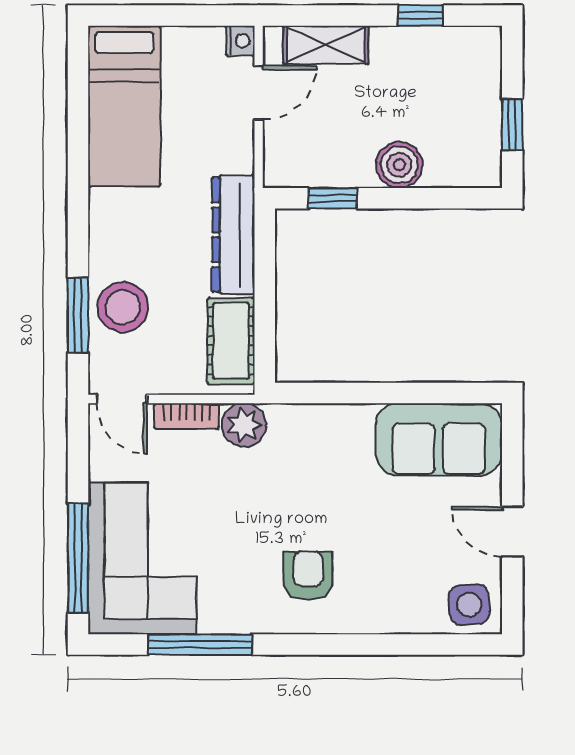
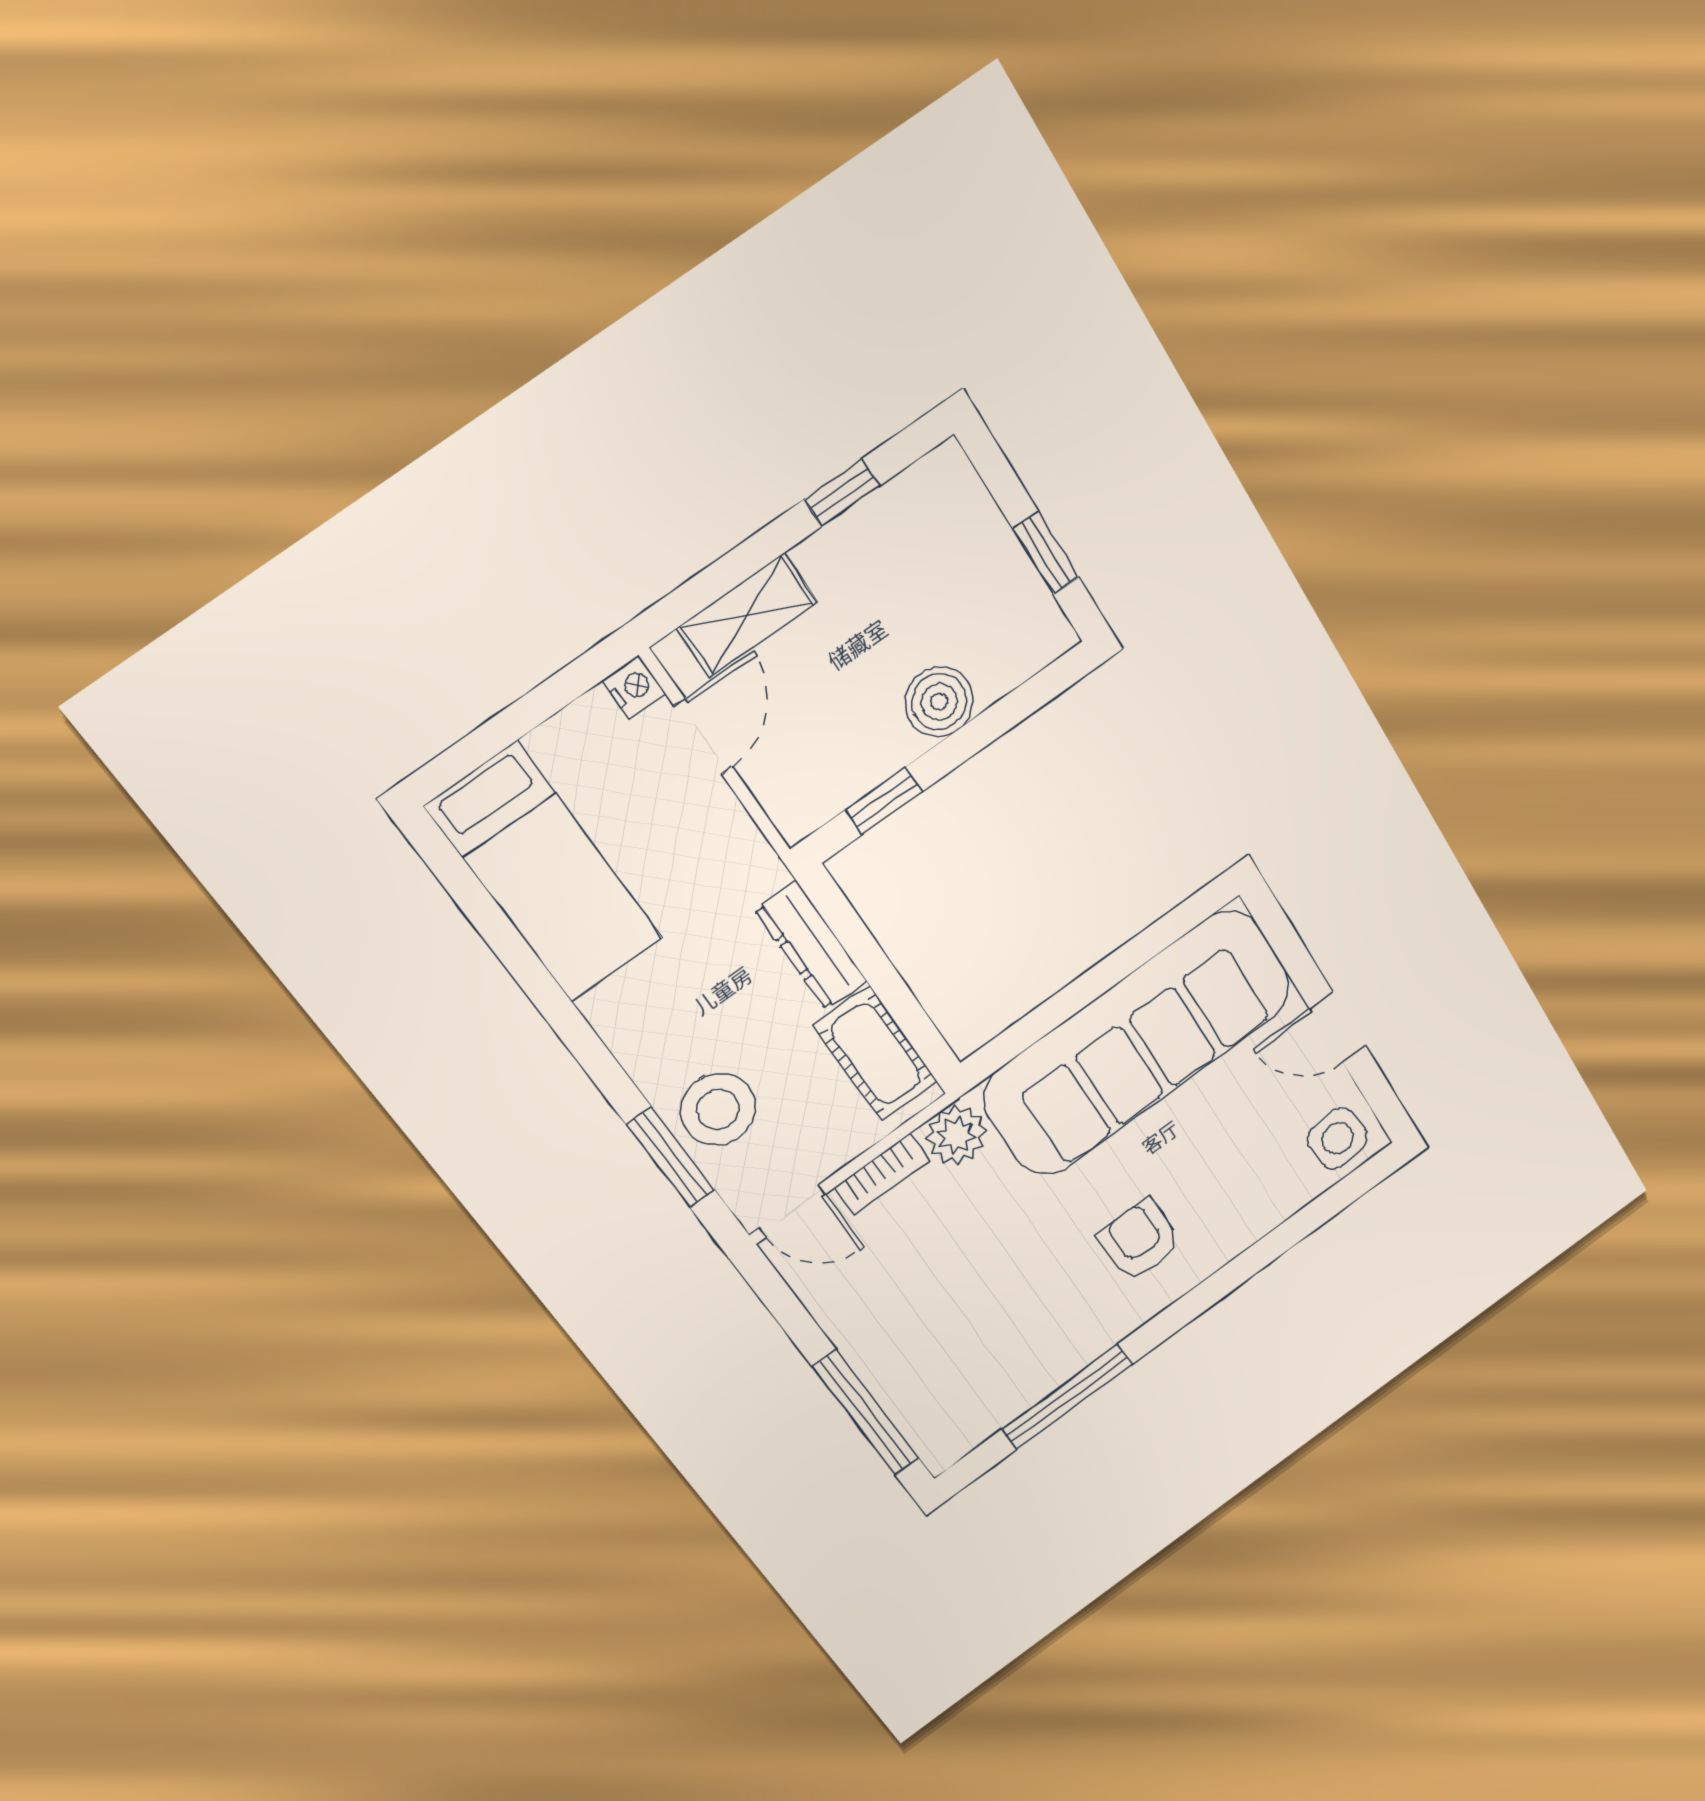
dresser: (233, 235) -> (811, 945), width x0.73, depth x0.80
sofa: (439, 439) -> (1138, 1043), width x1.85, depth x1.27
corner sofa: (142, 558) -> (939, 1359), removed

